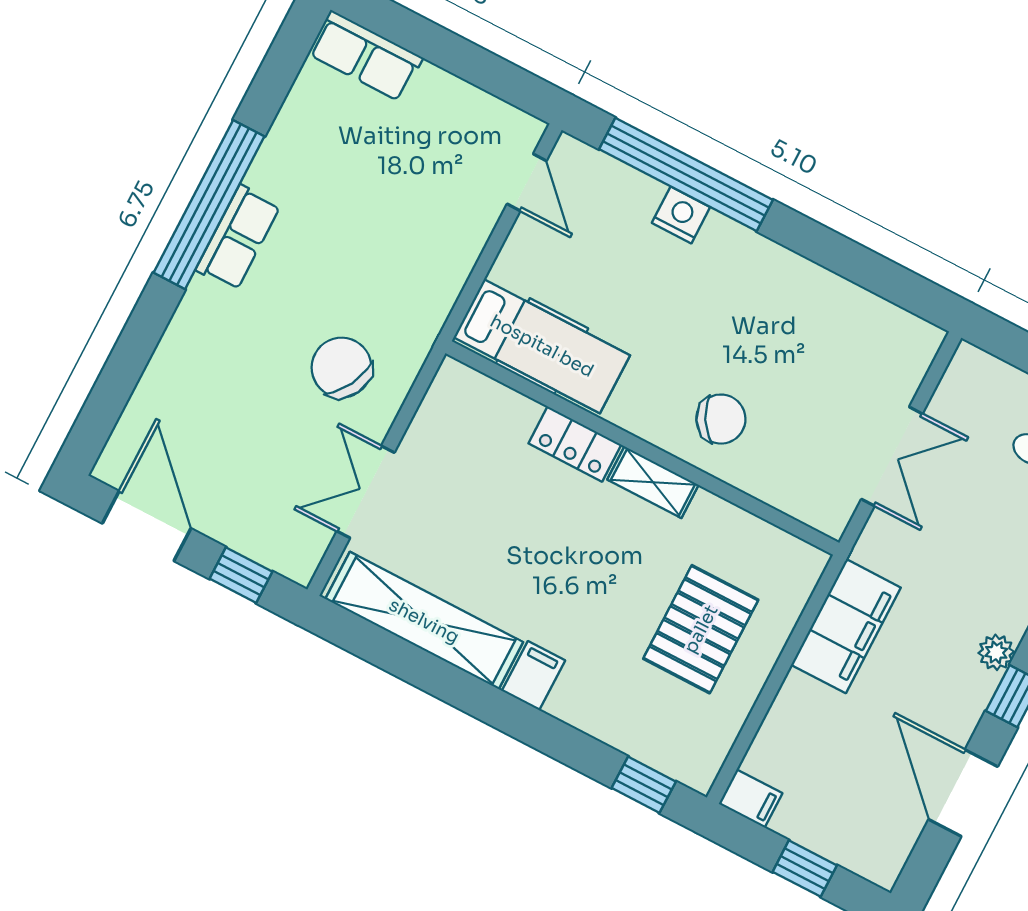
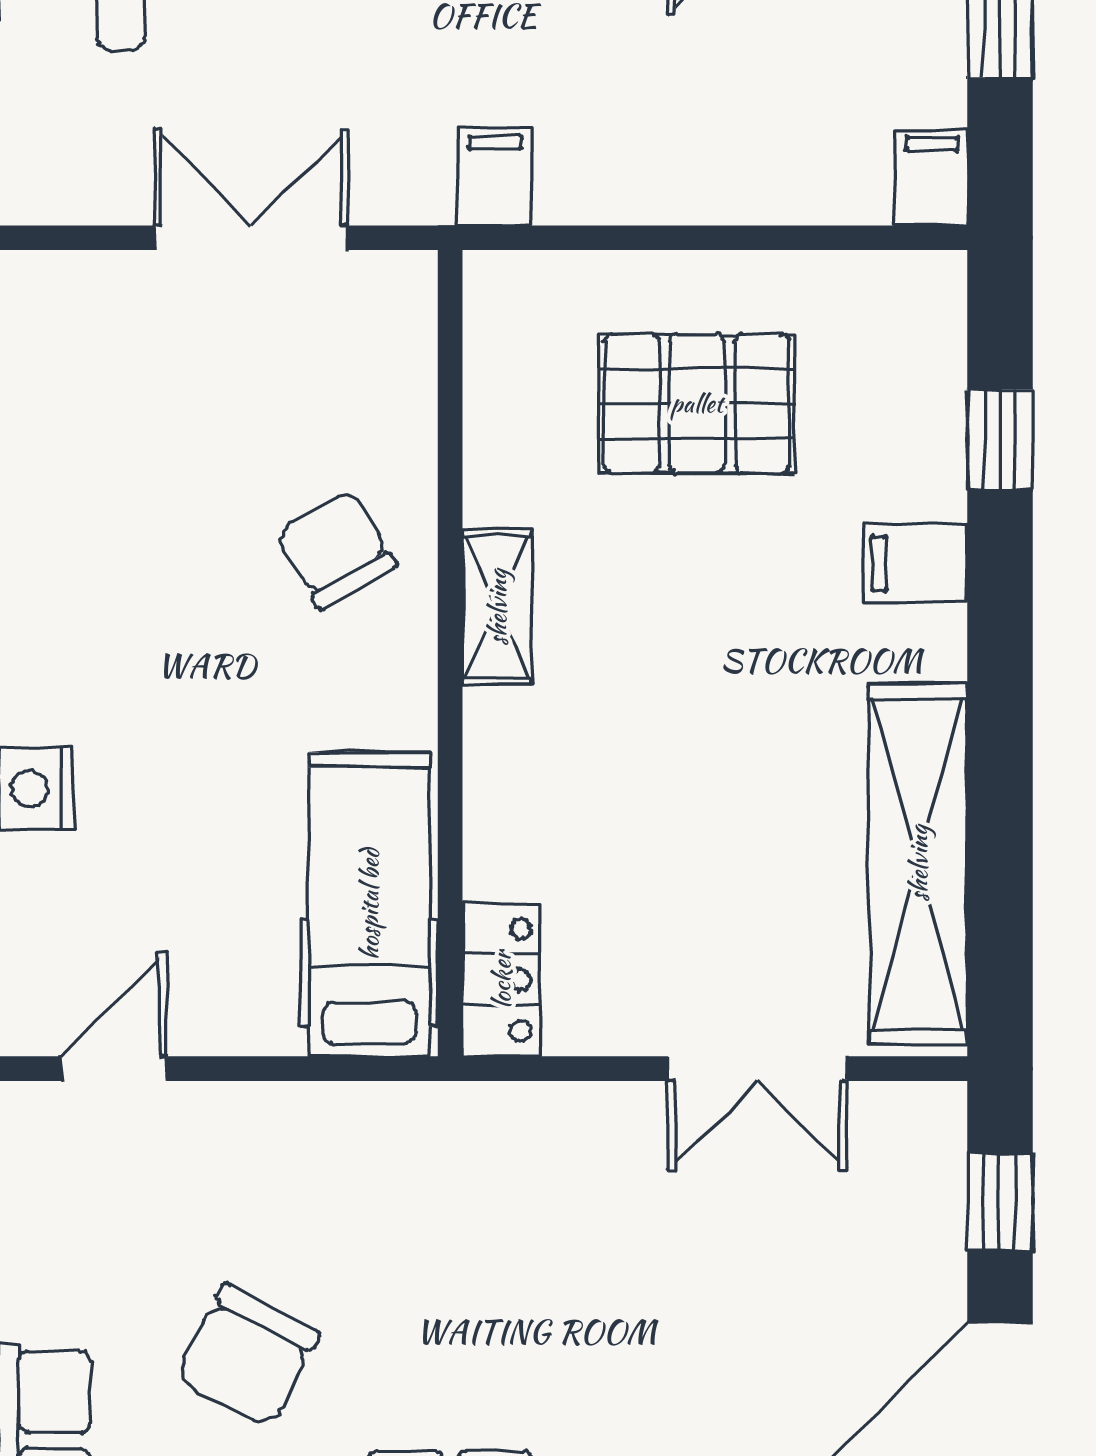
chair: (342, 368) -> (248, 1356), moved
locker: (575, 444) -> (501, 980), moved
filing cabinet: (846, 626) -> (495, 177), width x0.33, depth x0.86
filing cabinet: (533, 676) -> (915, 563), moved
window: (644, 785) -> (1000, 439), moved

